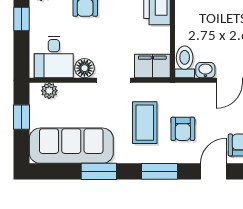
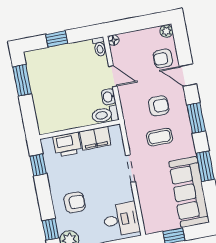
filing cabinet: (152, 66) -> (95, 138), moved, turned -90
floor lamp: (84, 68) -> (125, 193), removed
plant: (49, 91) -> (149, 218), removed
coffee table: (145, 123) -> (160, 137), width x0.73, depth x0.77

